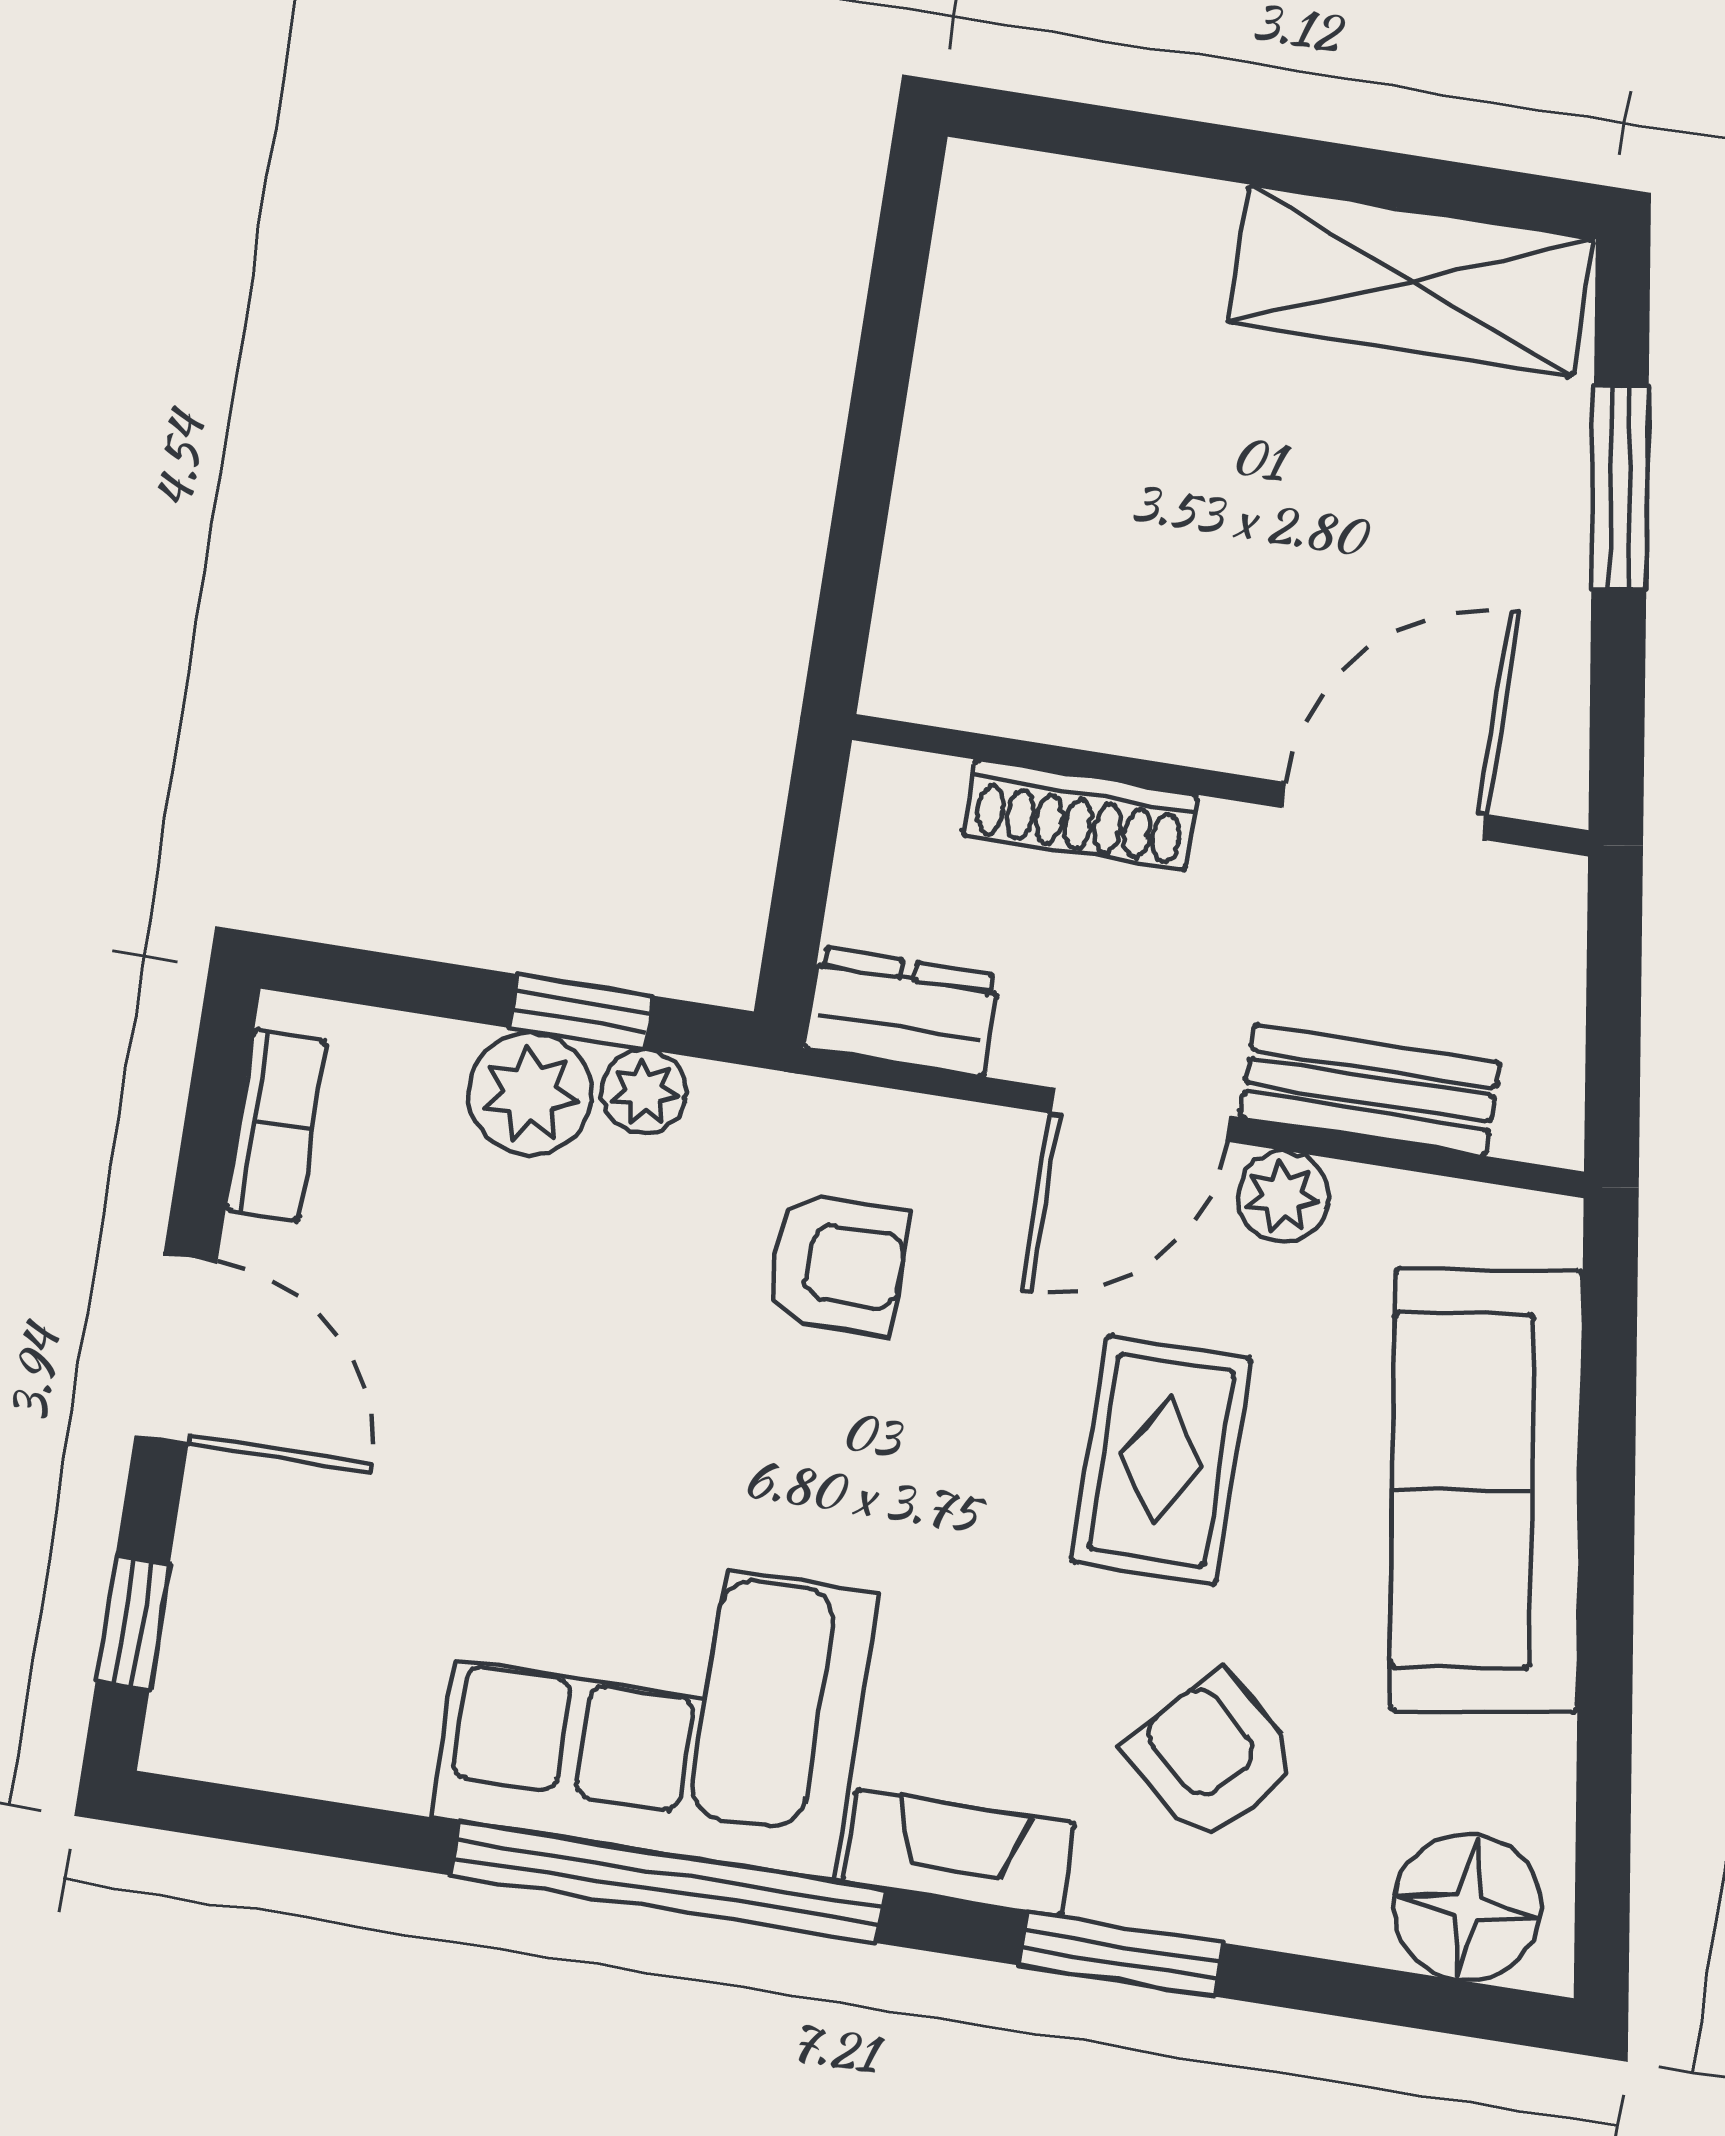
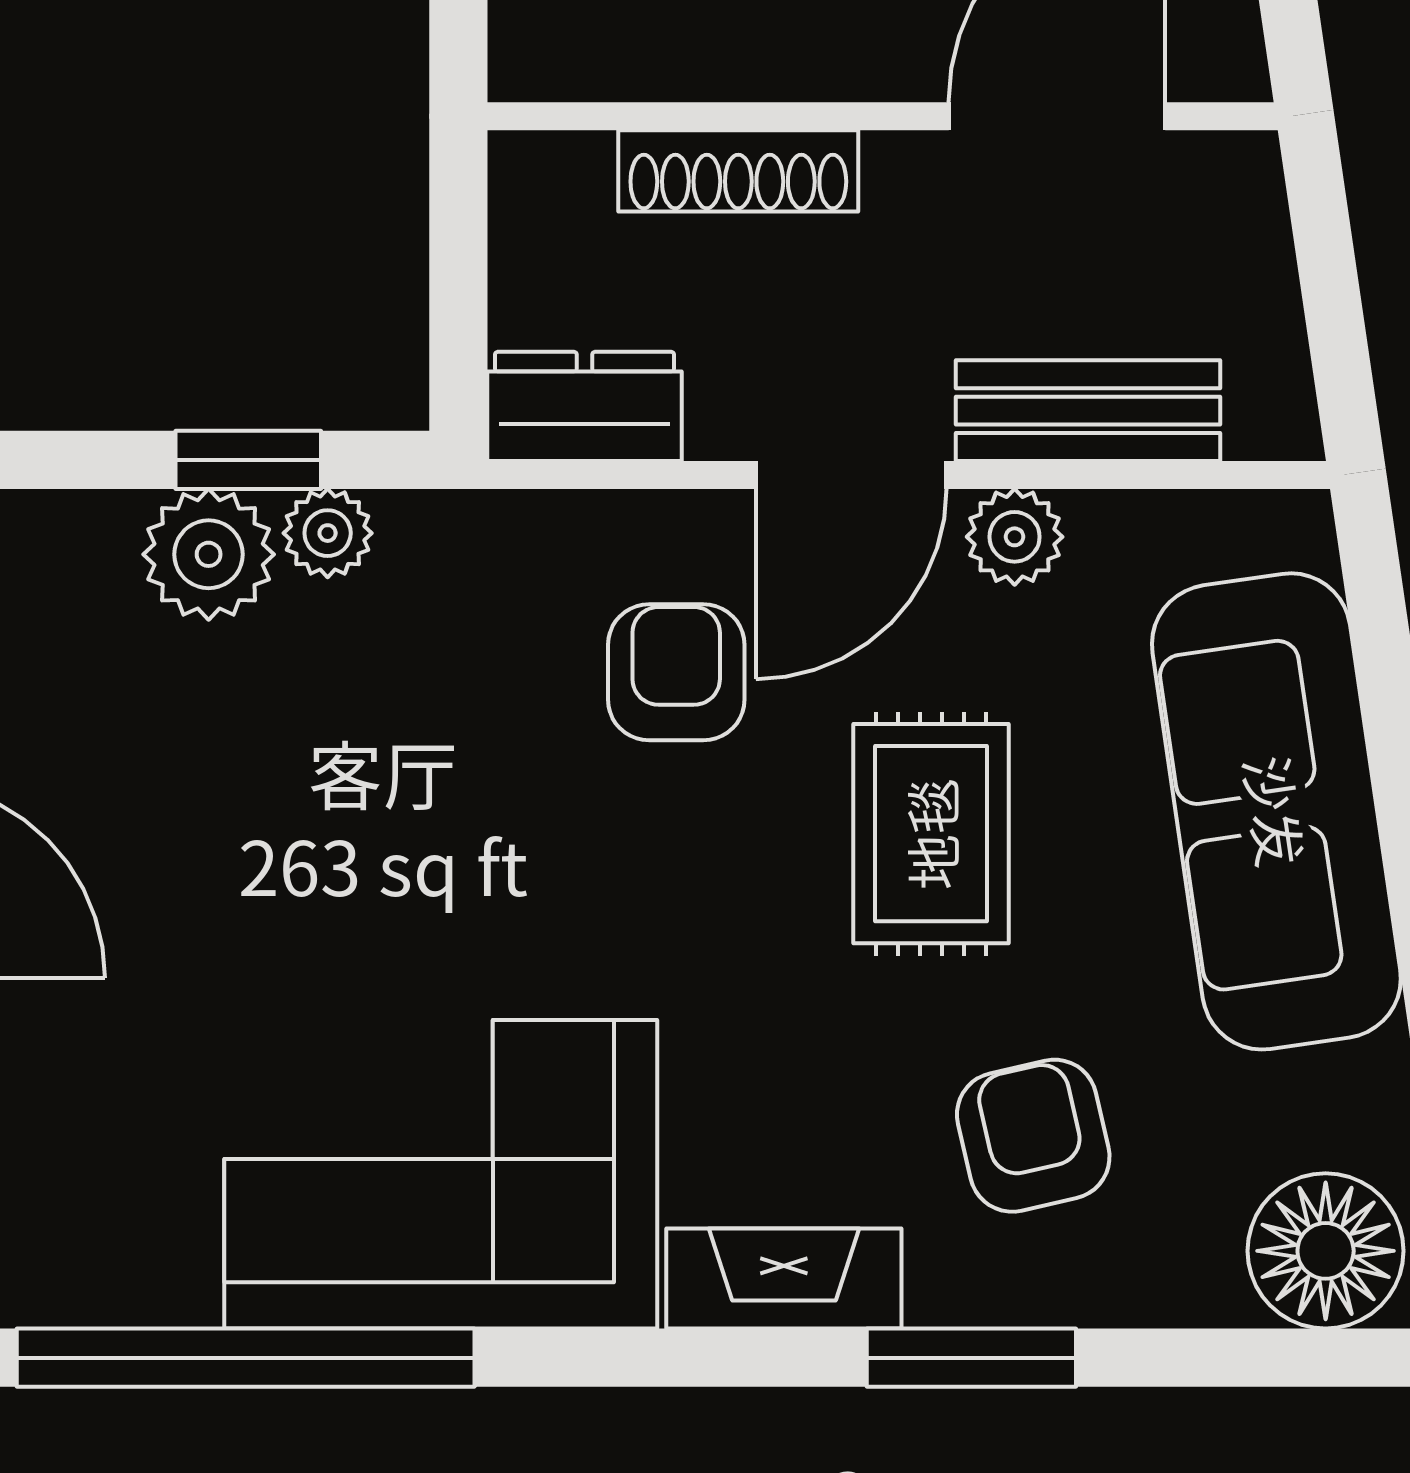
armchair: (837, 1264) -> (676, 672), moved, turned -90
armchair: (1212, 1757) -> (1033, 1136), turned 35
window: (668, 1882) -> (246, 1358), moved

